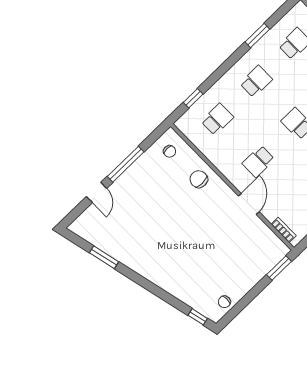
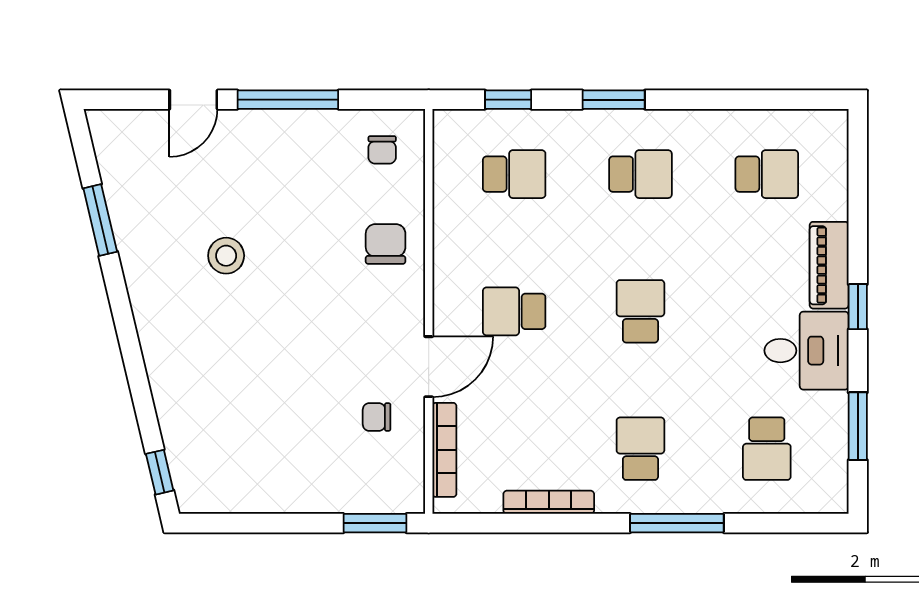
window: (257, 35) -> (614, 100), moved
bookcase: (284, 230) -> (444, 450), width x1.56
stool: (153, 231) -> (226, 256), added
chair: (224, 302) -> (377, 417), moved

